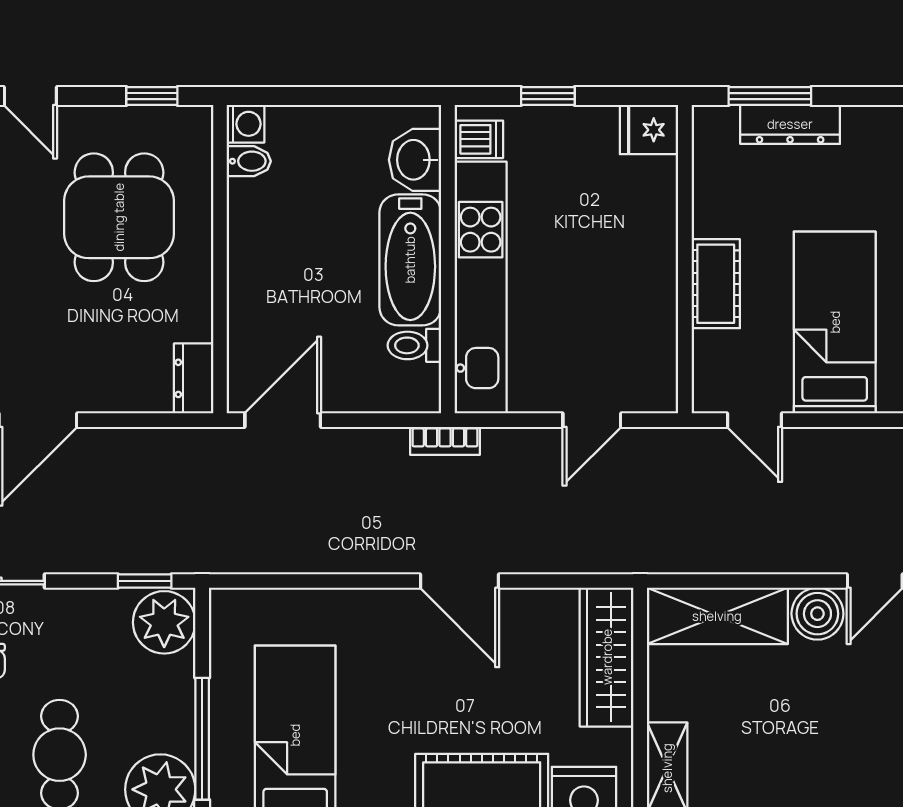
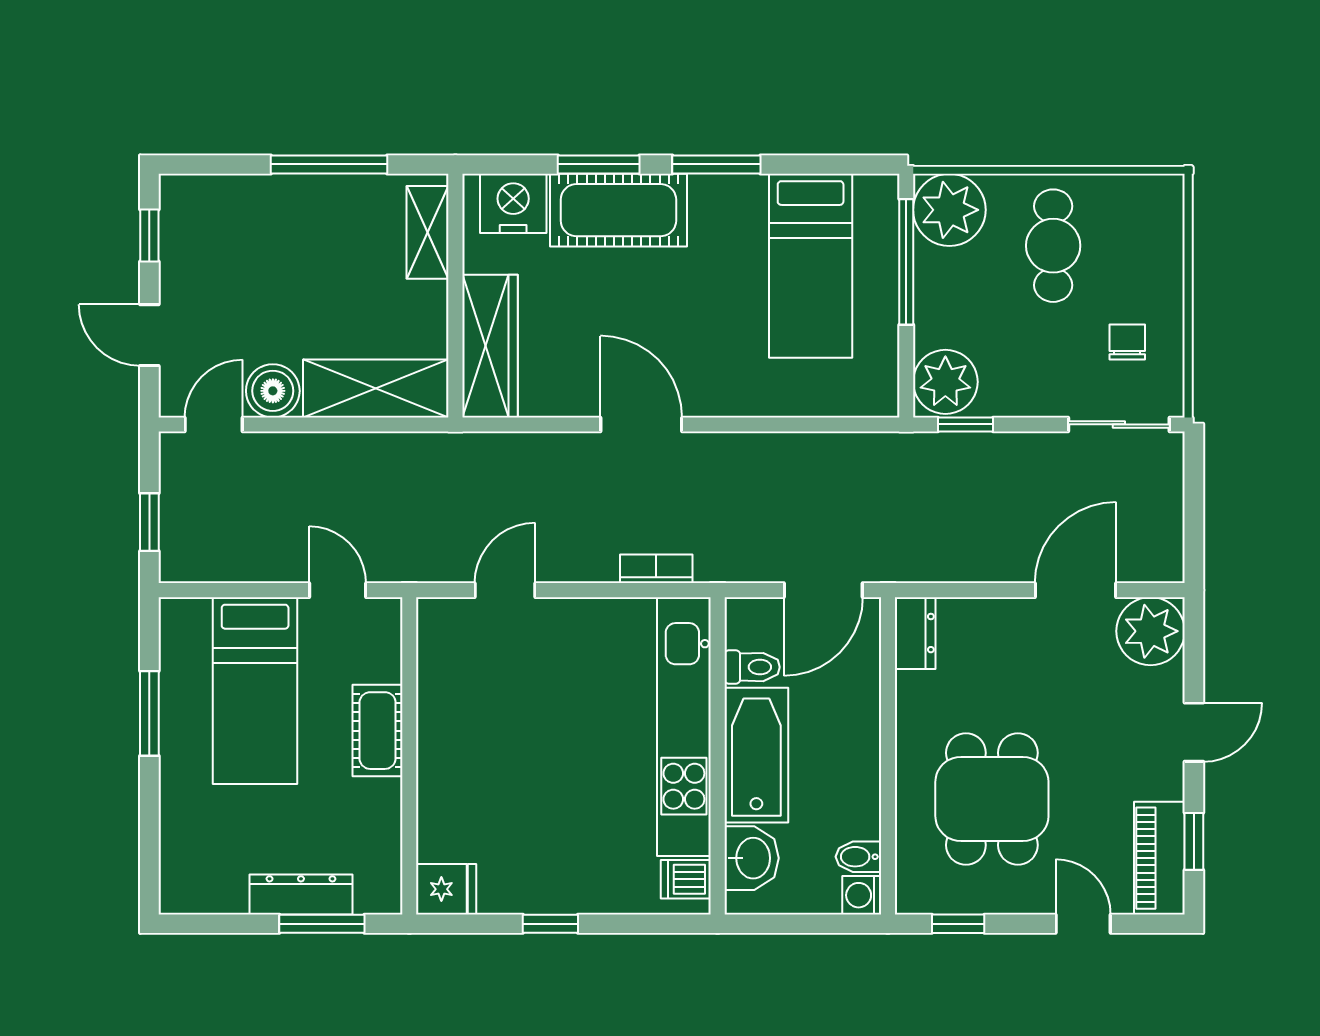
dishwasher: (479, 139) -> (686, 879), moved
washbasin: (415, 160) -> (752, 858), moved
wall: (448, 259) -> (718, 756), moved
bathtub: (410, 260) -> (756, 755), moved
kitchen unit: (481, 288) -> (684, 727), moved
toilet: (414, 345) -> (752, 667), moved

